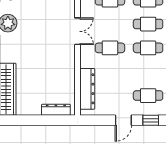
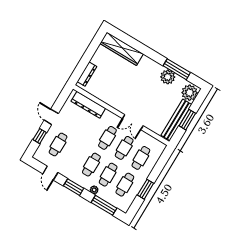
cafe table: (110, 24) -> (124, 148), added

